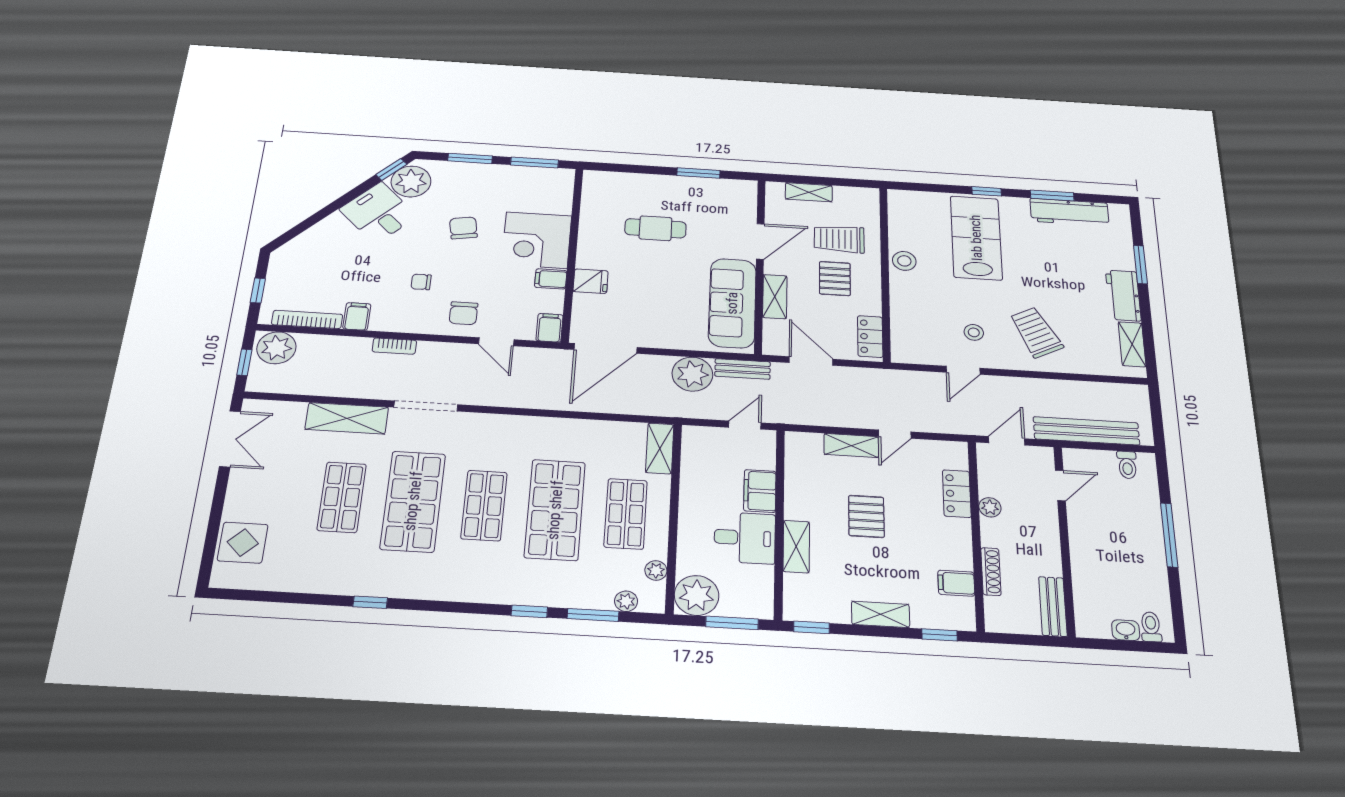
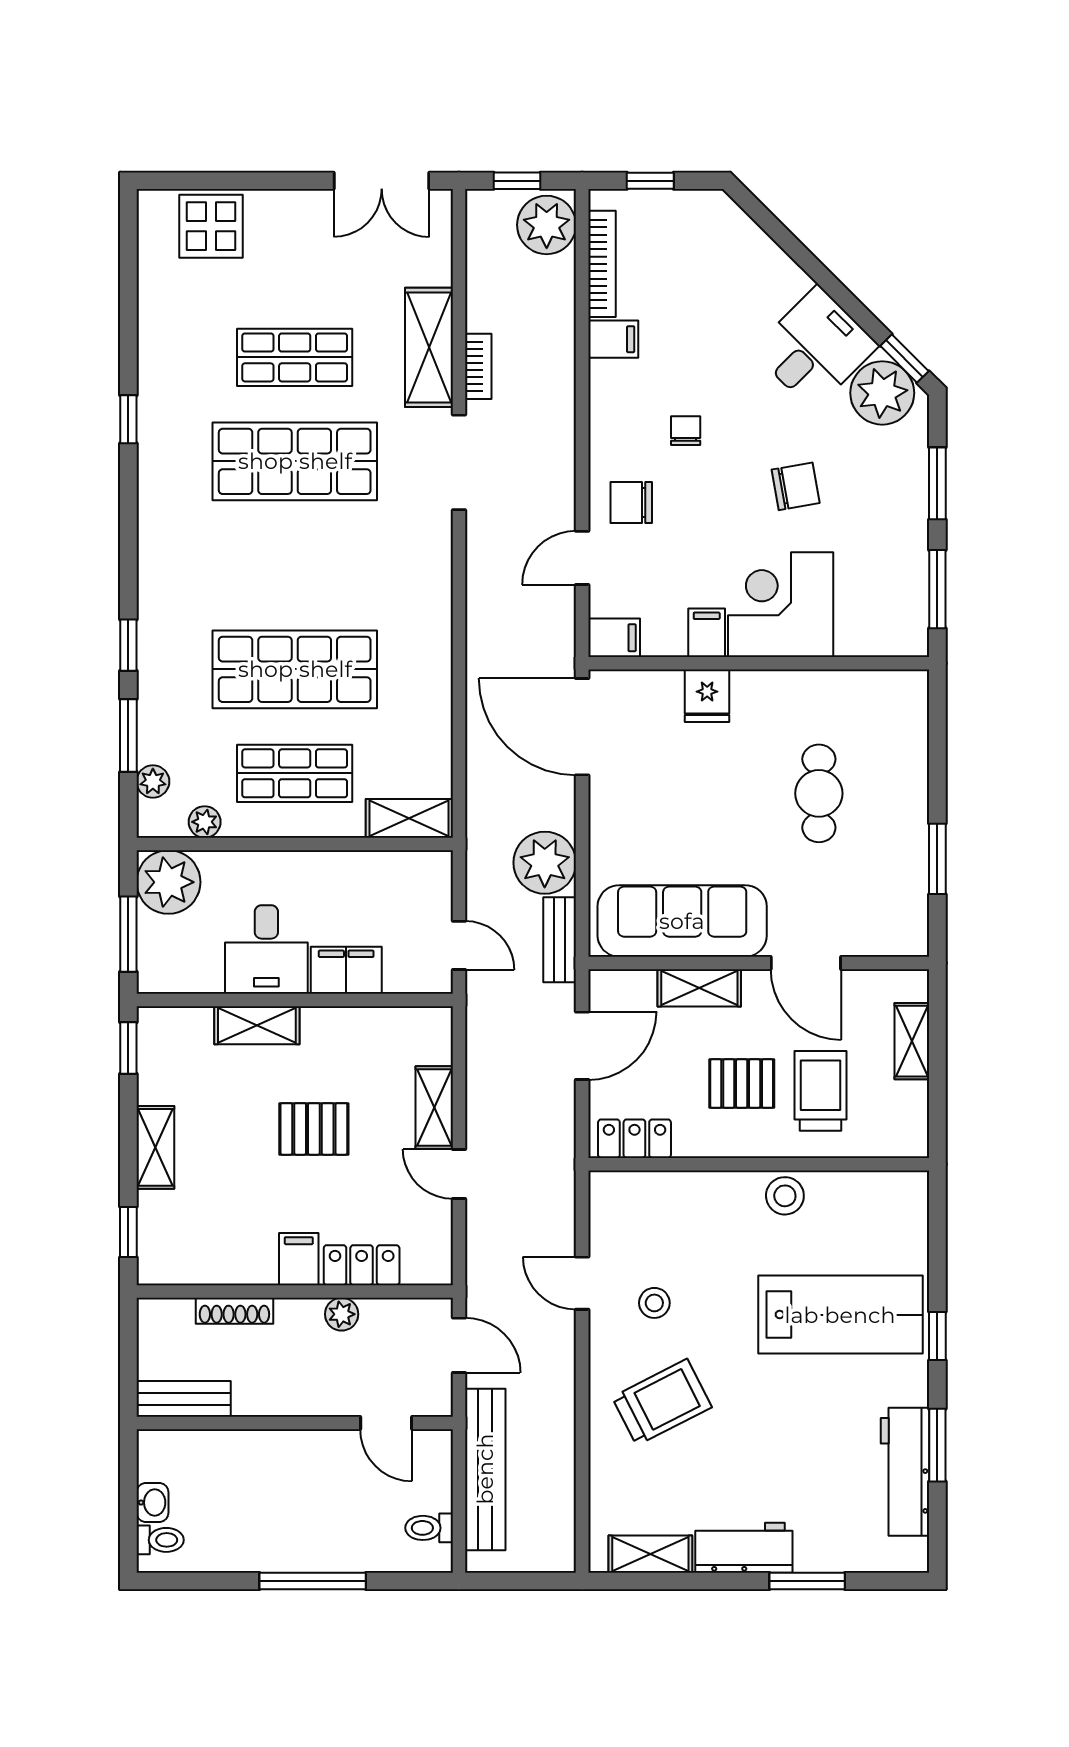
bookcase: (394, 346) -> (478, 366), moved, turned 180
shop shelf: (484, 505) -> (295, 565), removed
filing cabinet: (956, 583) -> (299, 1259), moved

